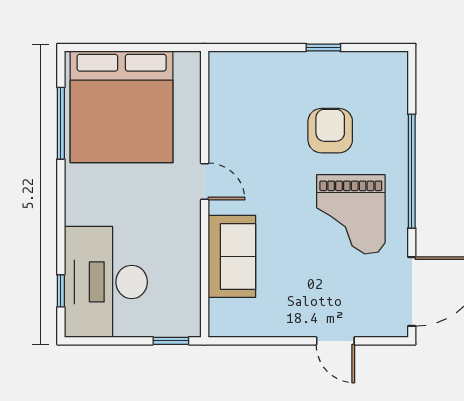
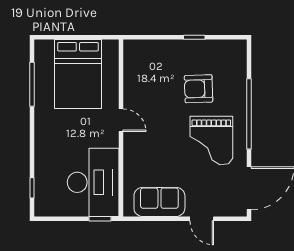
bed: (122, 107) -> (78, 74), width x0.73
armchair: (330, 131) -> (199, 89), turned -92
sofa: (232, 256) -> (159, 202), moved, turned -90
desk: (106, 282) -> (93, 182), moved, turned 180

